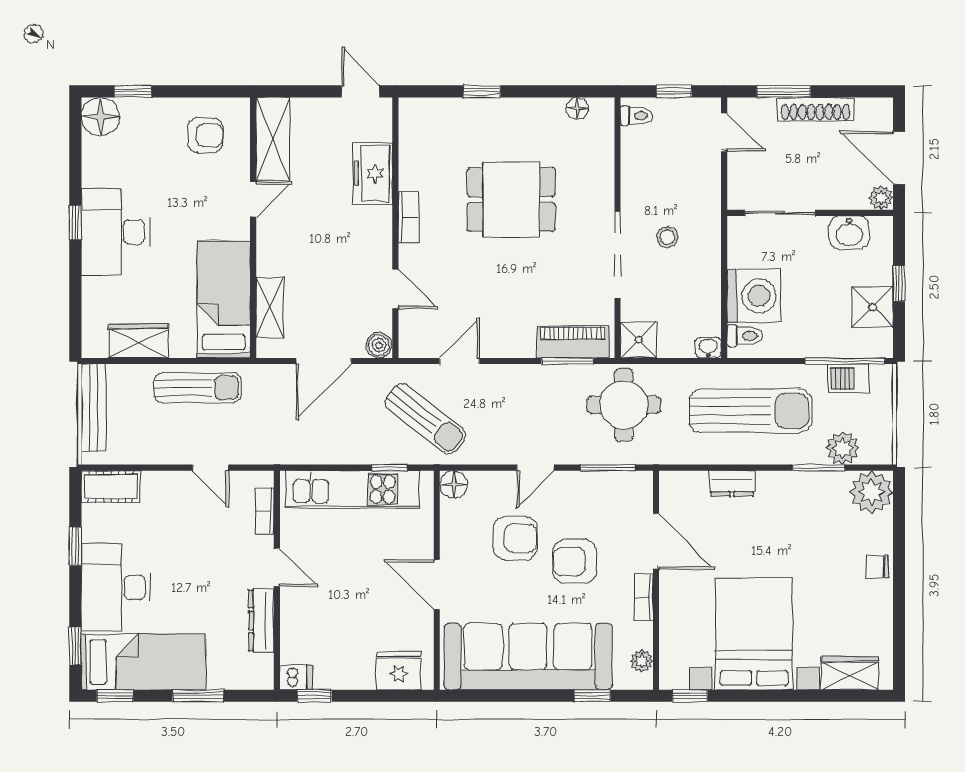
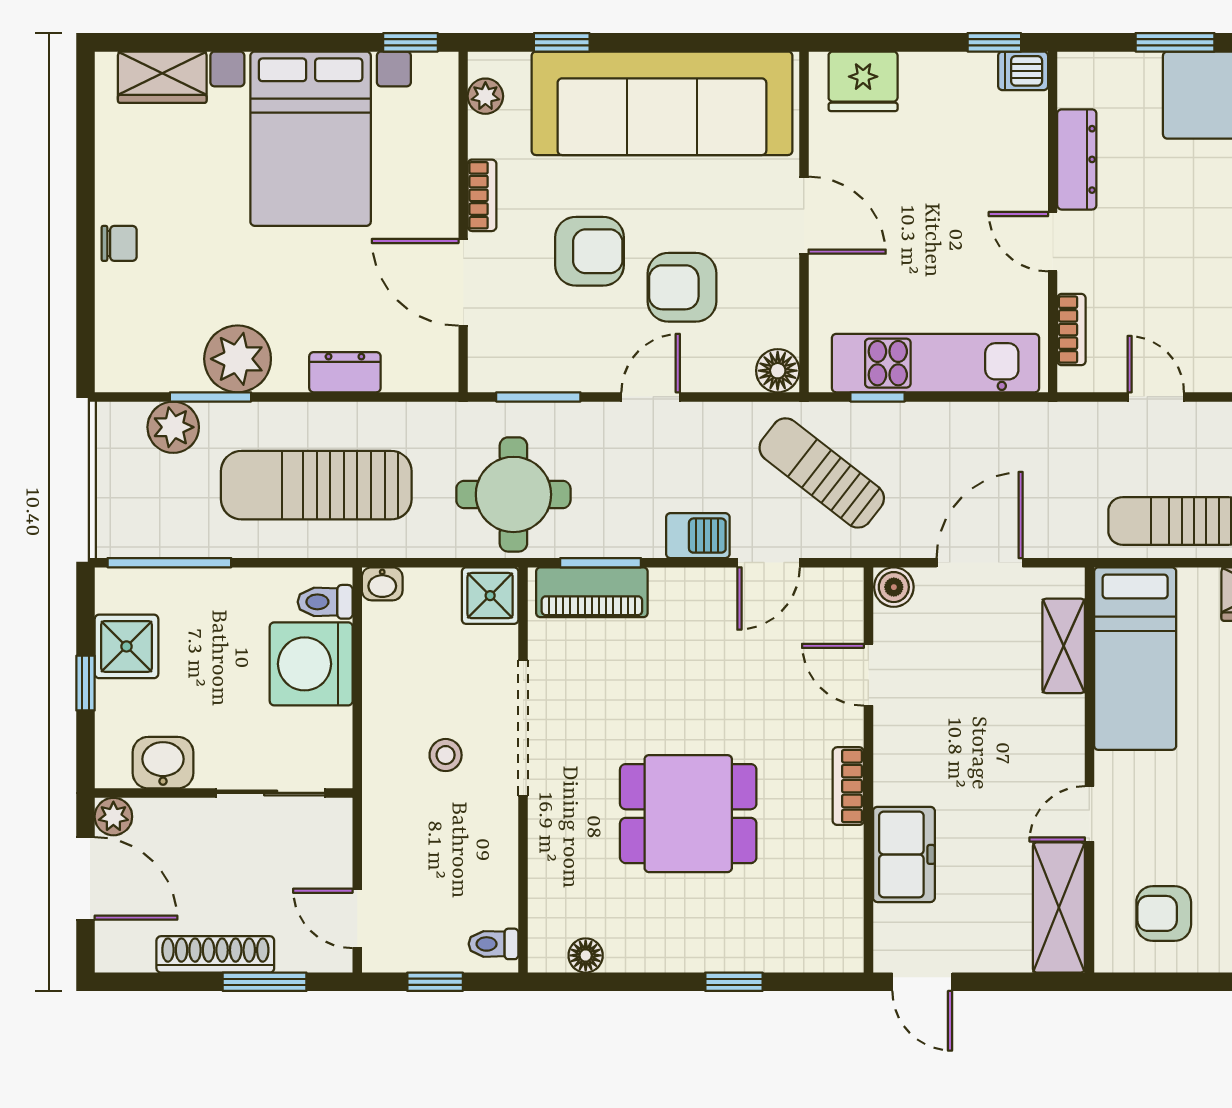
barbecue: (848, 378) -> (698, 536), moved
plant: (872, 492) -> (238, 359), moved

